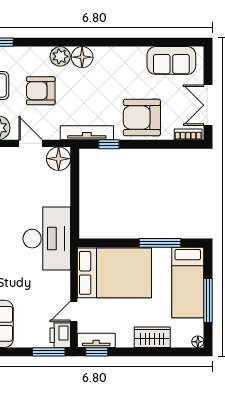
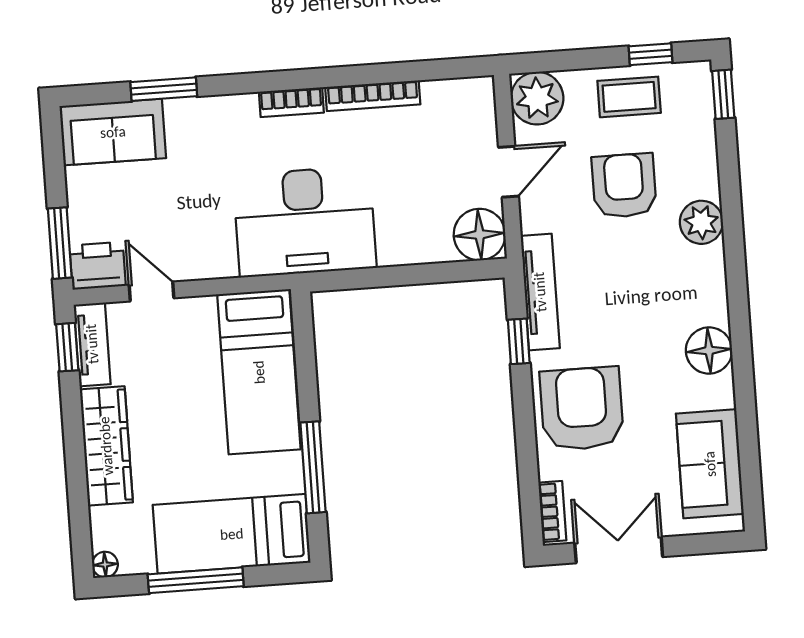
floor lamp: (82, 57) -> (709, 350), moved
bed: (114, 273) -> (259, 372), width x0.67
wardrobe: (152, 337) -> (106, 446), width x1.50

